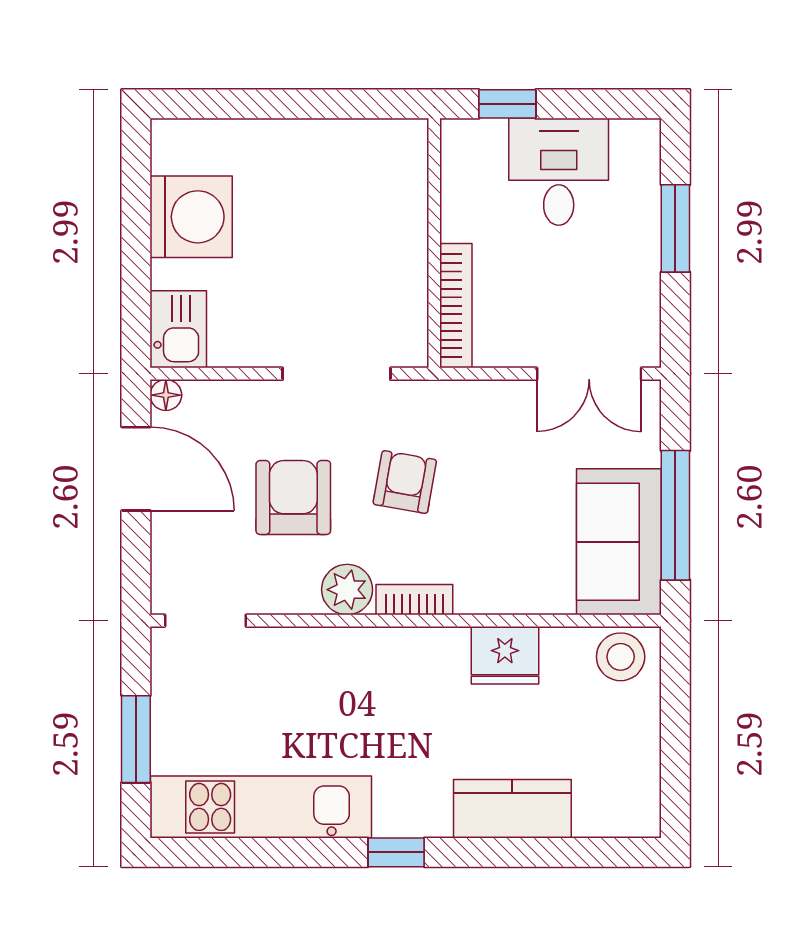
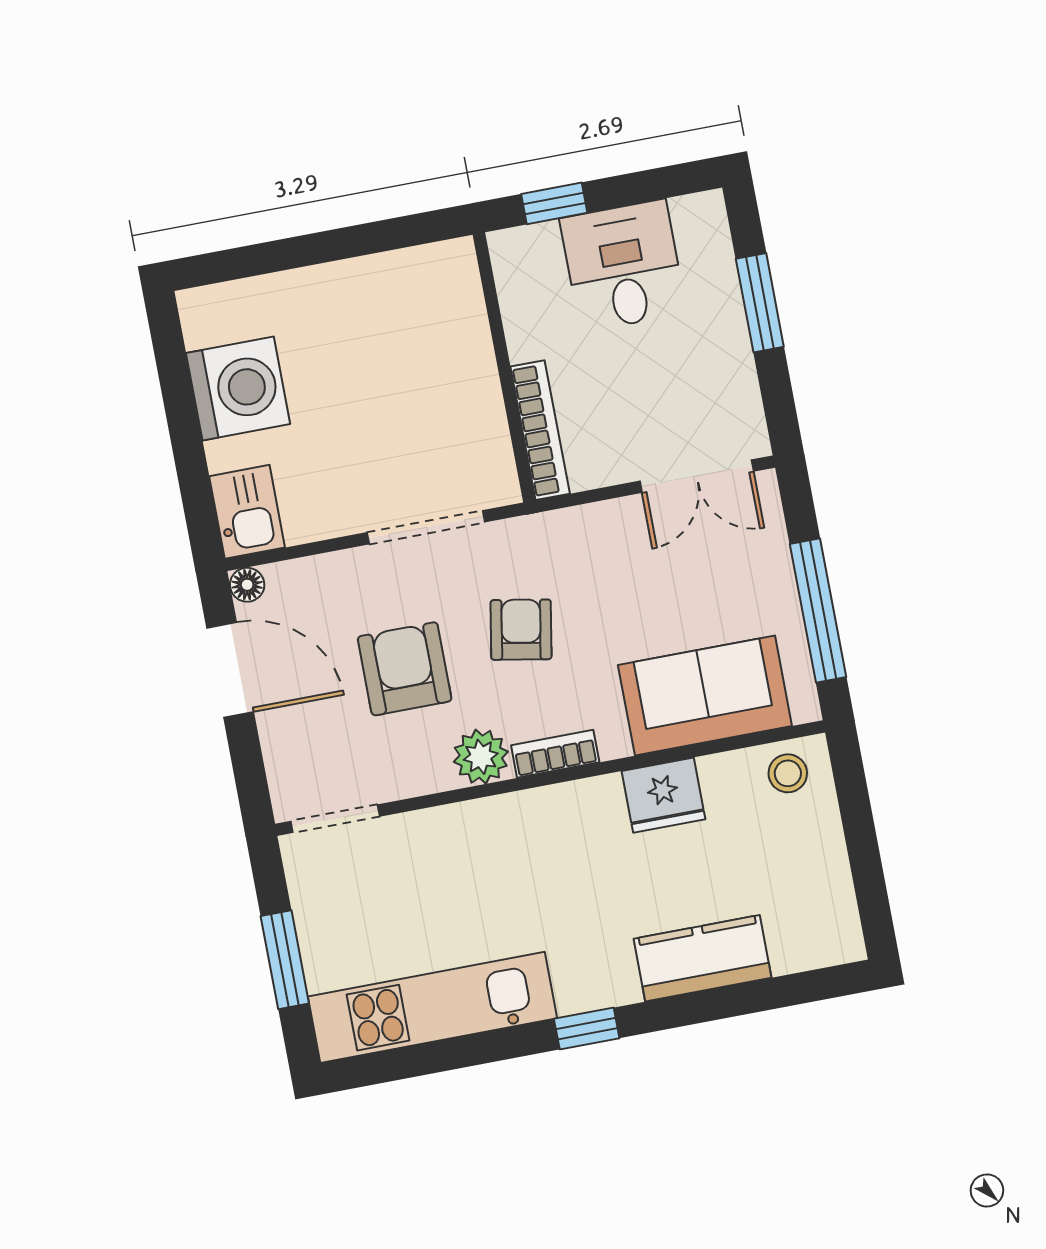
sofa: (619, 542) -> (705, 695), moved, turned 90
stool: (621, 657) -> (788, 773), width x0.73, depth x0.73

